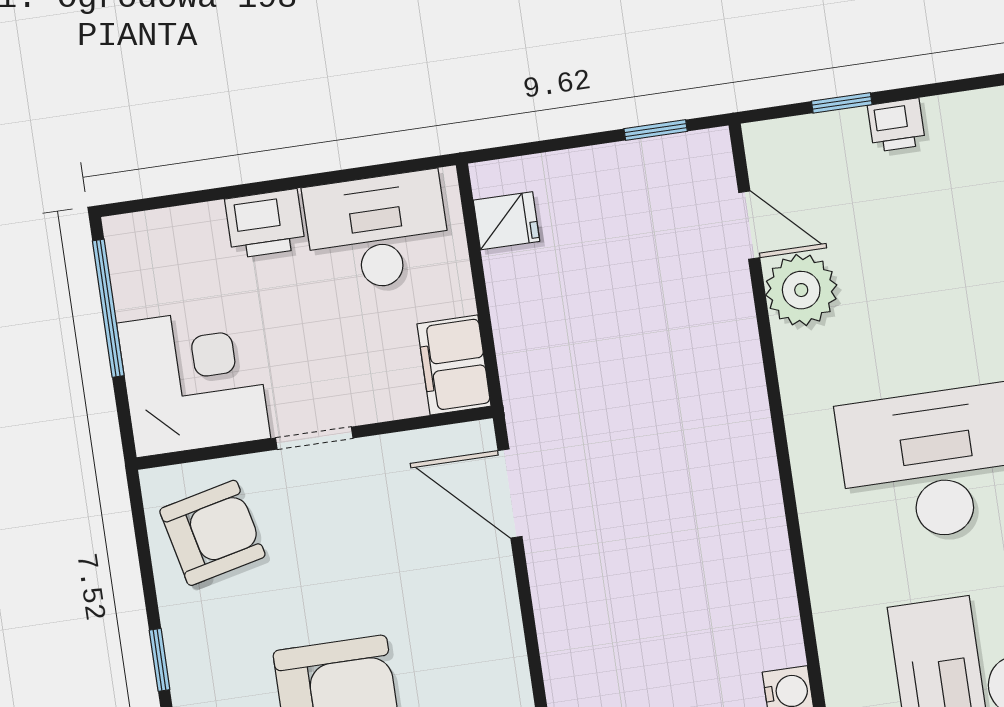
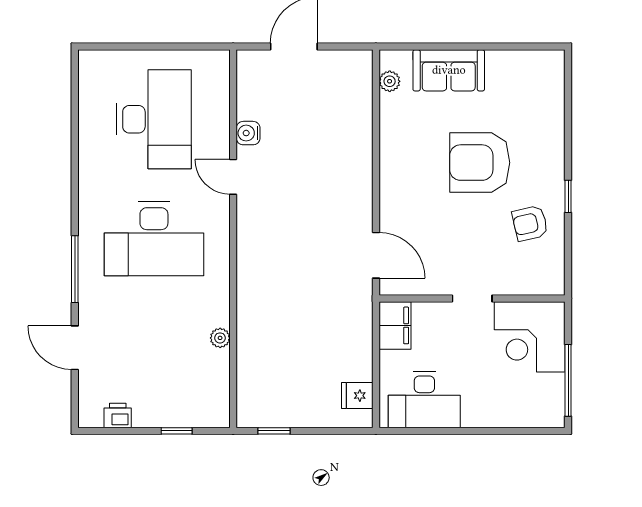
printer: (897, 125) -> (118, 415), moved
printer: (265, 224) -> (481, 412), removed
door: (749, 225) -> (233, 177), moved
plant: (801, 290) -> (220, 338), width x0.53, depth x0.53
armchair: (212, 533) -> (530, 223), moved, width x0.72, depth x0.72

